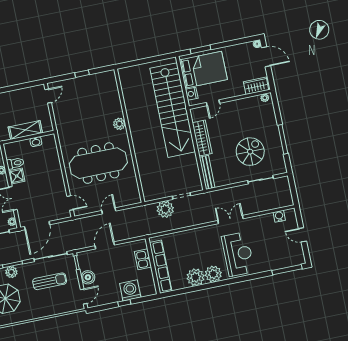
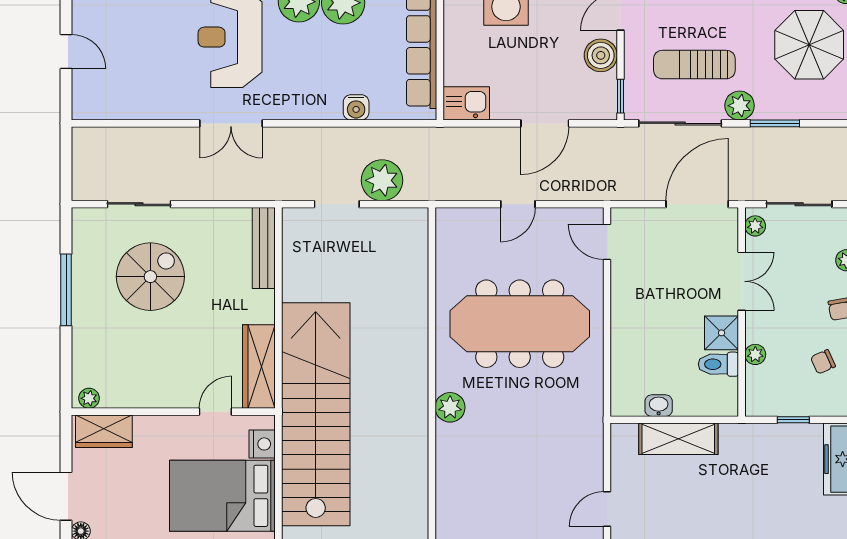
wardrobe: (202, 138) -> (259, 367), moved
spiral stairs: (250, 152) -> (150, 277), turned 180
water cooler: (279, 216) -> (356, 107), moved
kitchen sink: (143, 259) -> (466, 103), moved, turned -90
plant: (11, 272) -> (740, 106), moved

